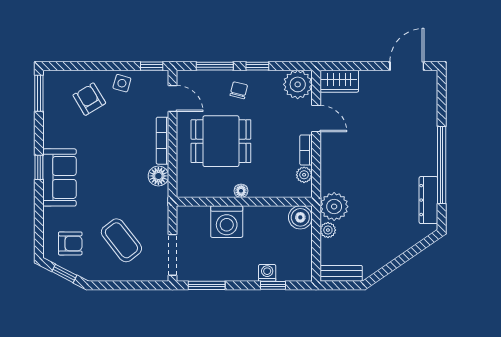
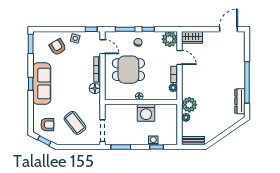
sofa: (59, 177) -> (42, 84), width x1.36
boiler: (300, 217) -> (171, 111), removed
washing machine: (227, 222) -> (146, 113), moved

